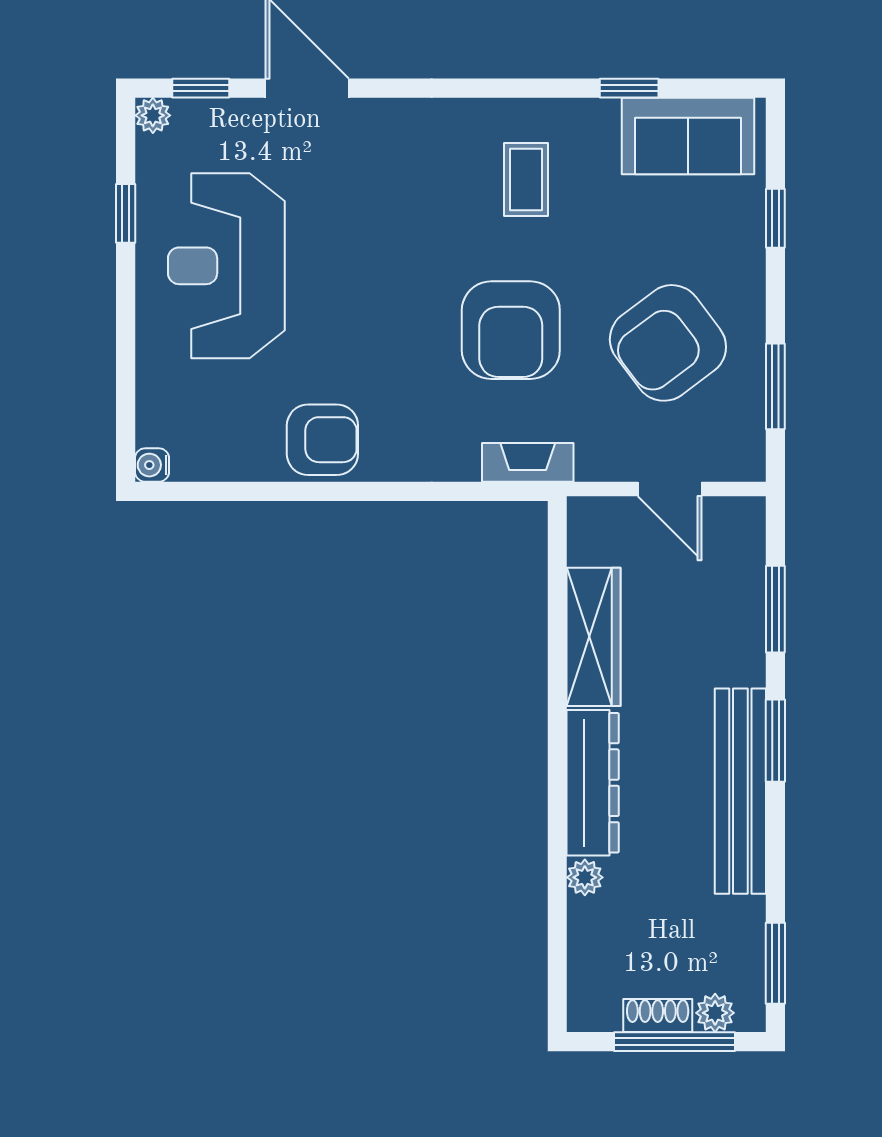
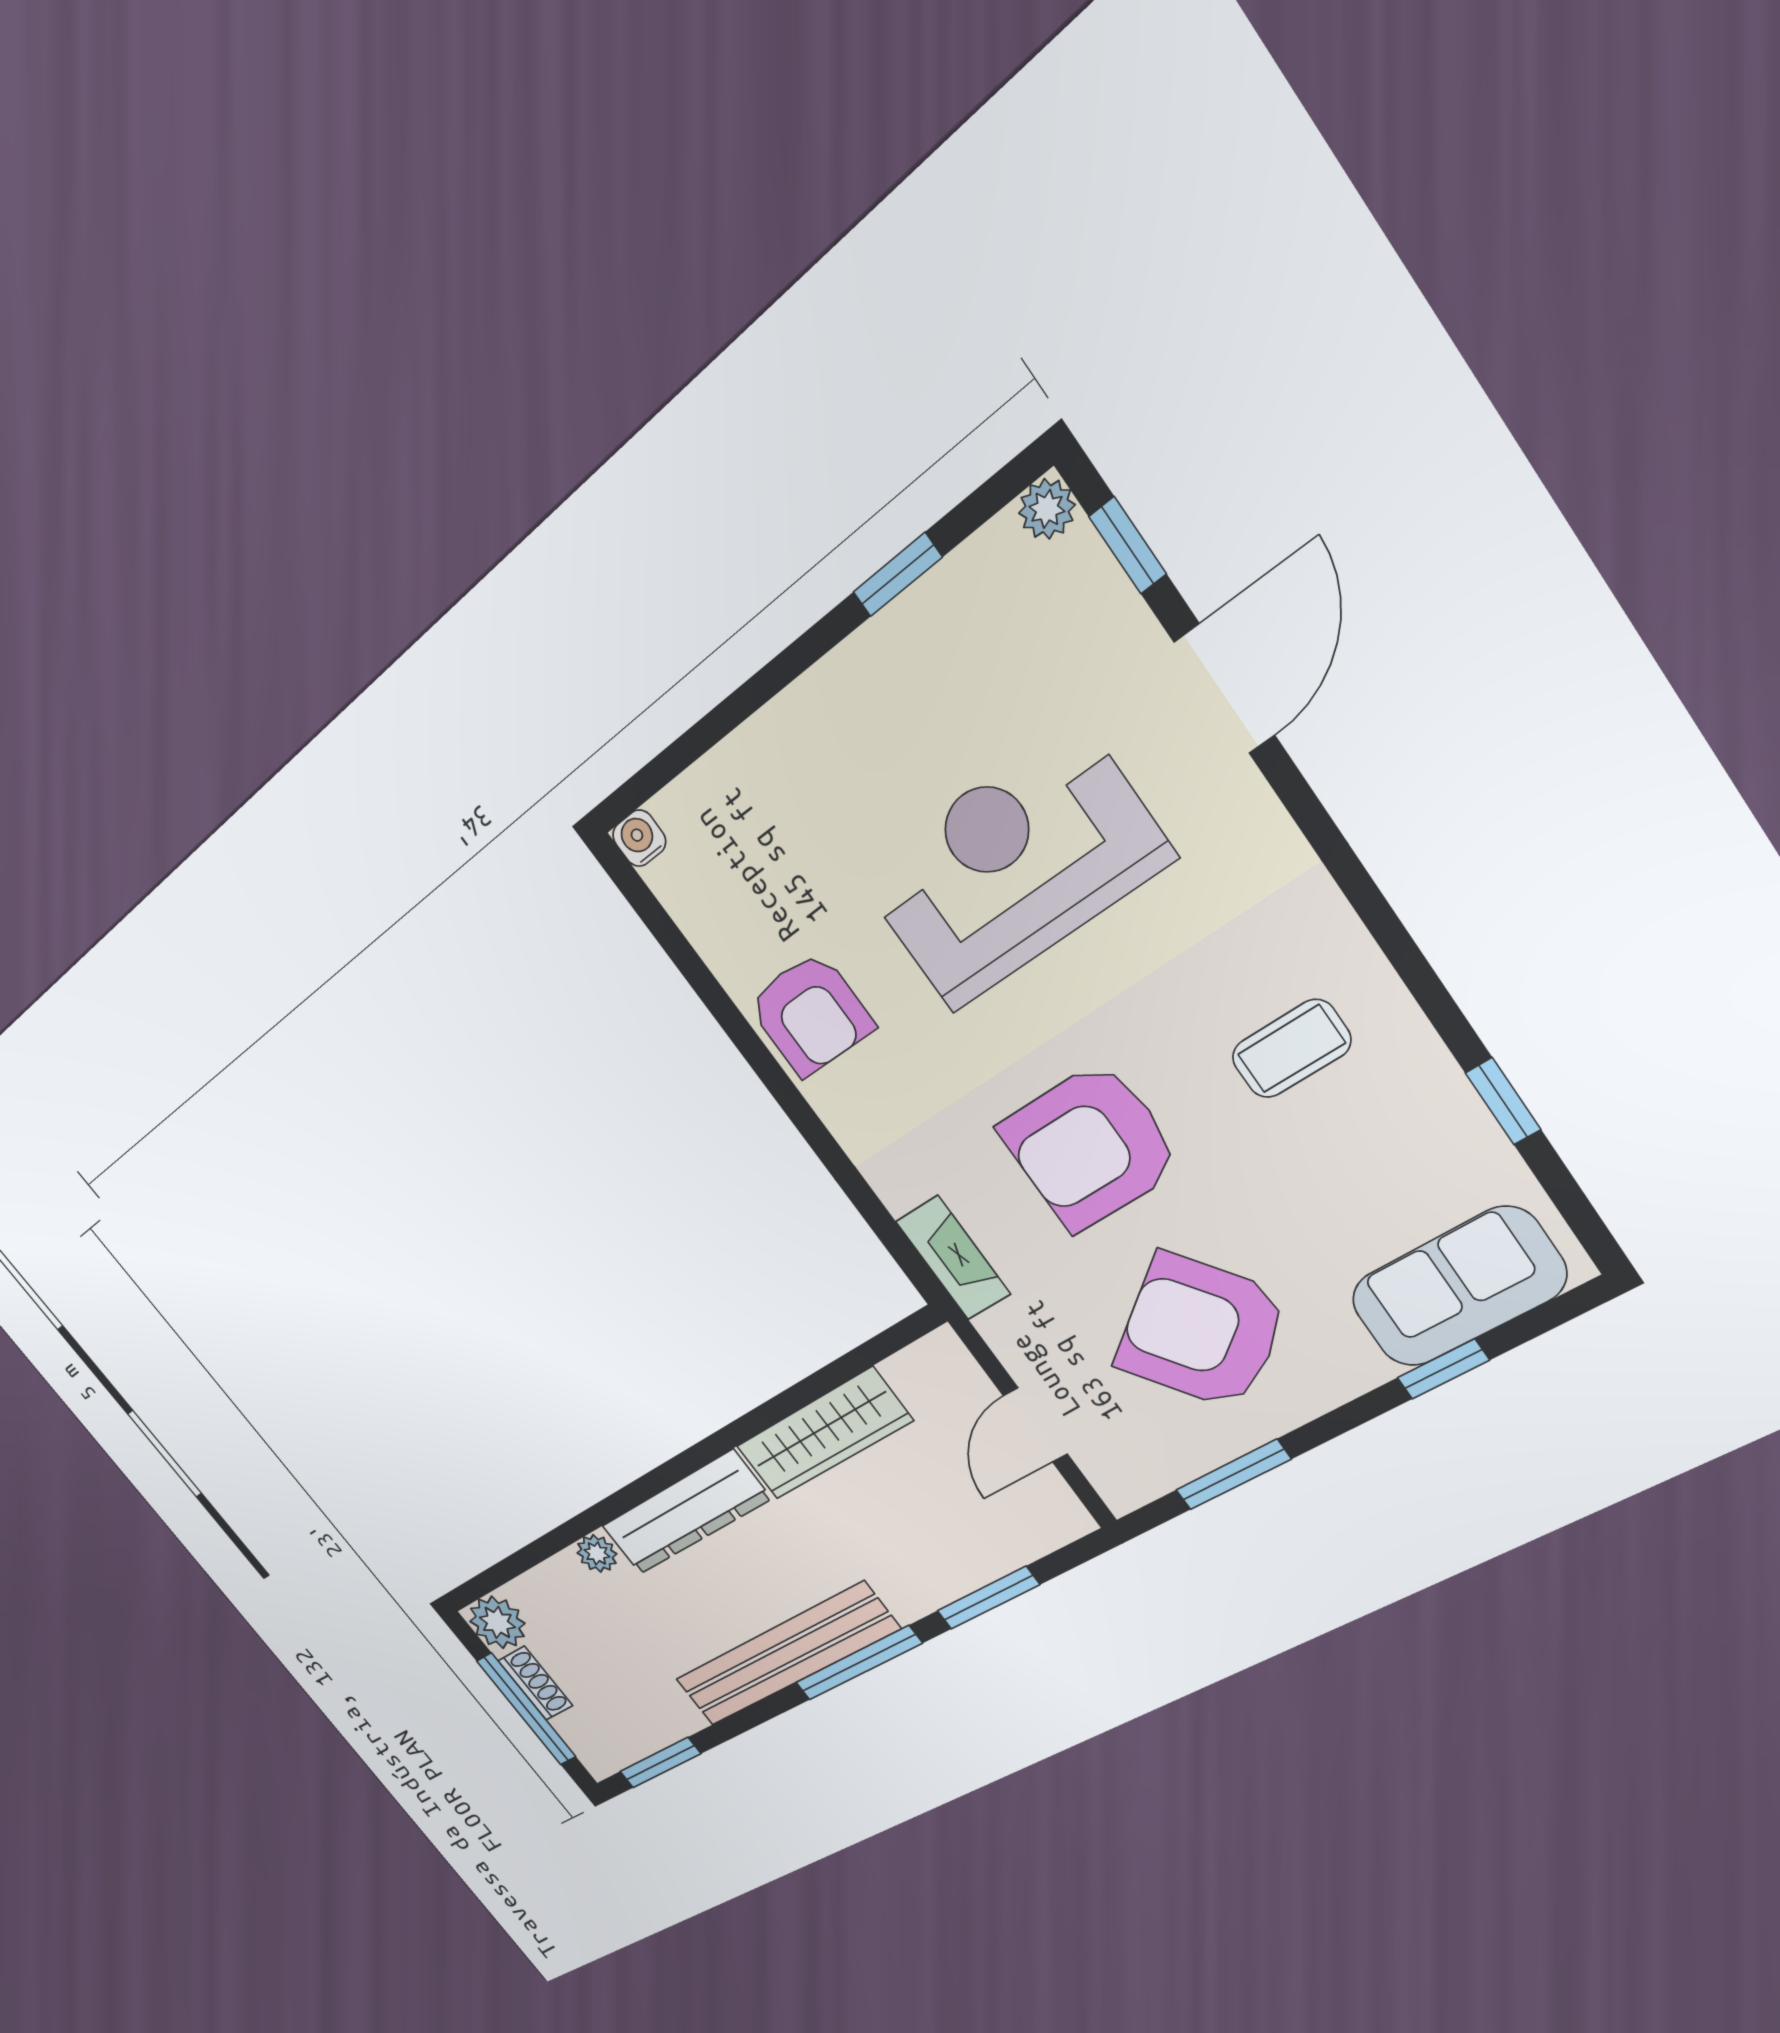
sofa: (688, 136) -> (1458, 1287), moved, turned 90
reception desk: (226, 266) -> (1013, 867), moved
window: (775, 741) -> (858, 1663), width x1.44
plant: (715, 1013) -> (497, 1622), moved, width x1.38, depth x1.38

